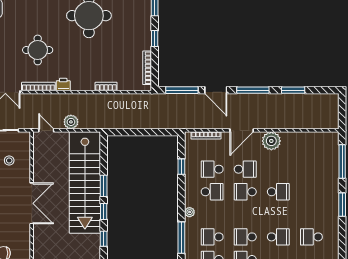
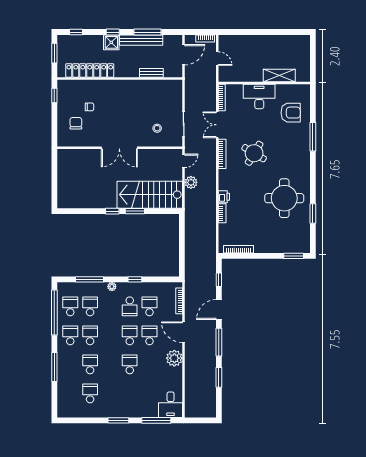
window: (155, 38) -> (264, 256), removed
round table: (38, 50) -> (254, 153), turned 31
printer: (63, 84) -> (224, 197), moved
window: (182, 90) -> (219, 280), width x0.46
desk: (324, 145) -> (171, 405), added
window: (181, 167) -> (135, 279), moved
school desk: (245, 169) -> (150, 335), turned 180
stairs: (85, 182) -> (150, 195), width x0.73
school desk: (278, 192) -> (130, 364), turned 180
school desk: (278, 237) -> (90, 364), turned 180
window: (104, 239) -> (88, 211), removed

